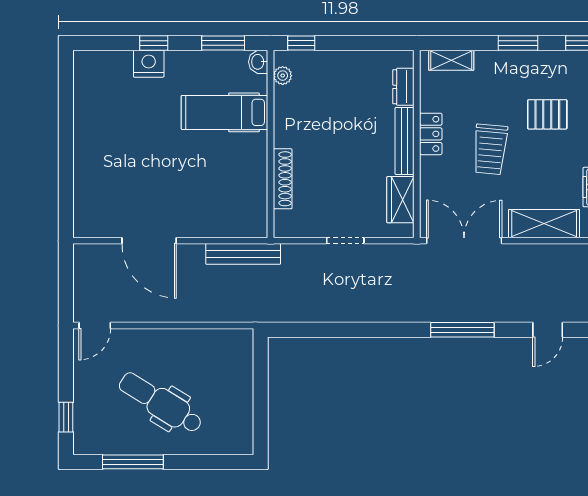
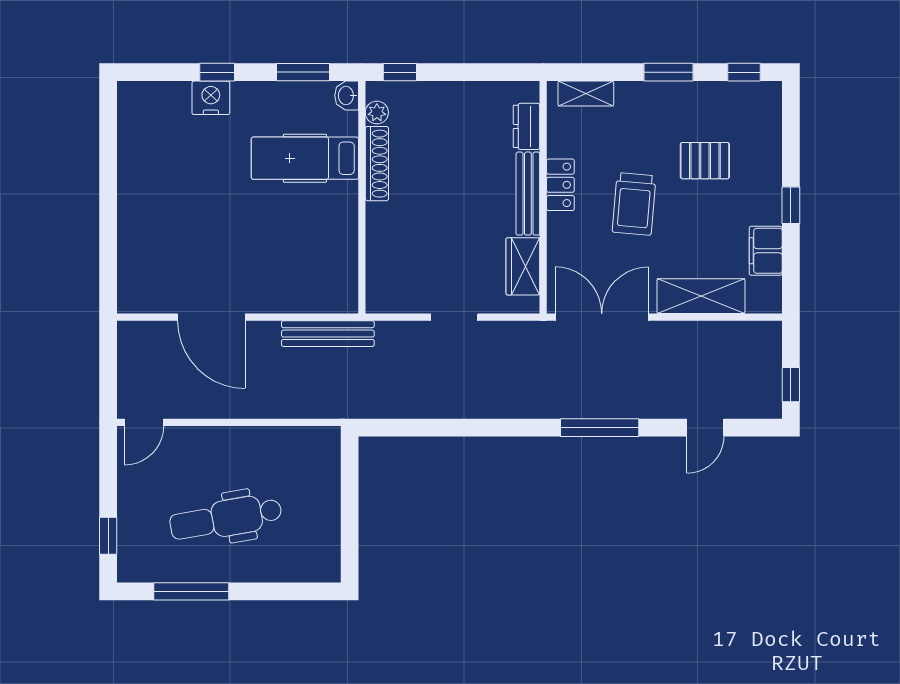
shoe rack: (283, 179) -> (377, 164), moved
dental chair: (161, 403) -> (226, 518), turned -42

